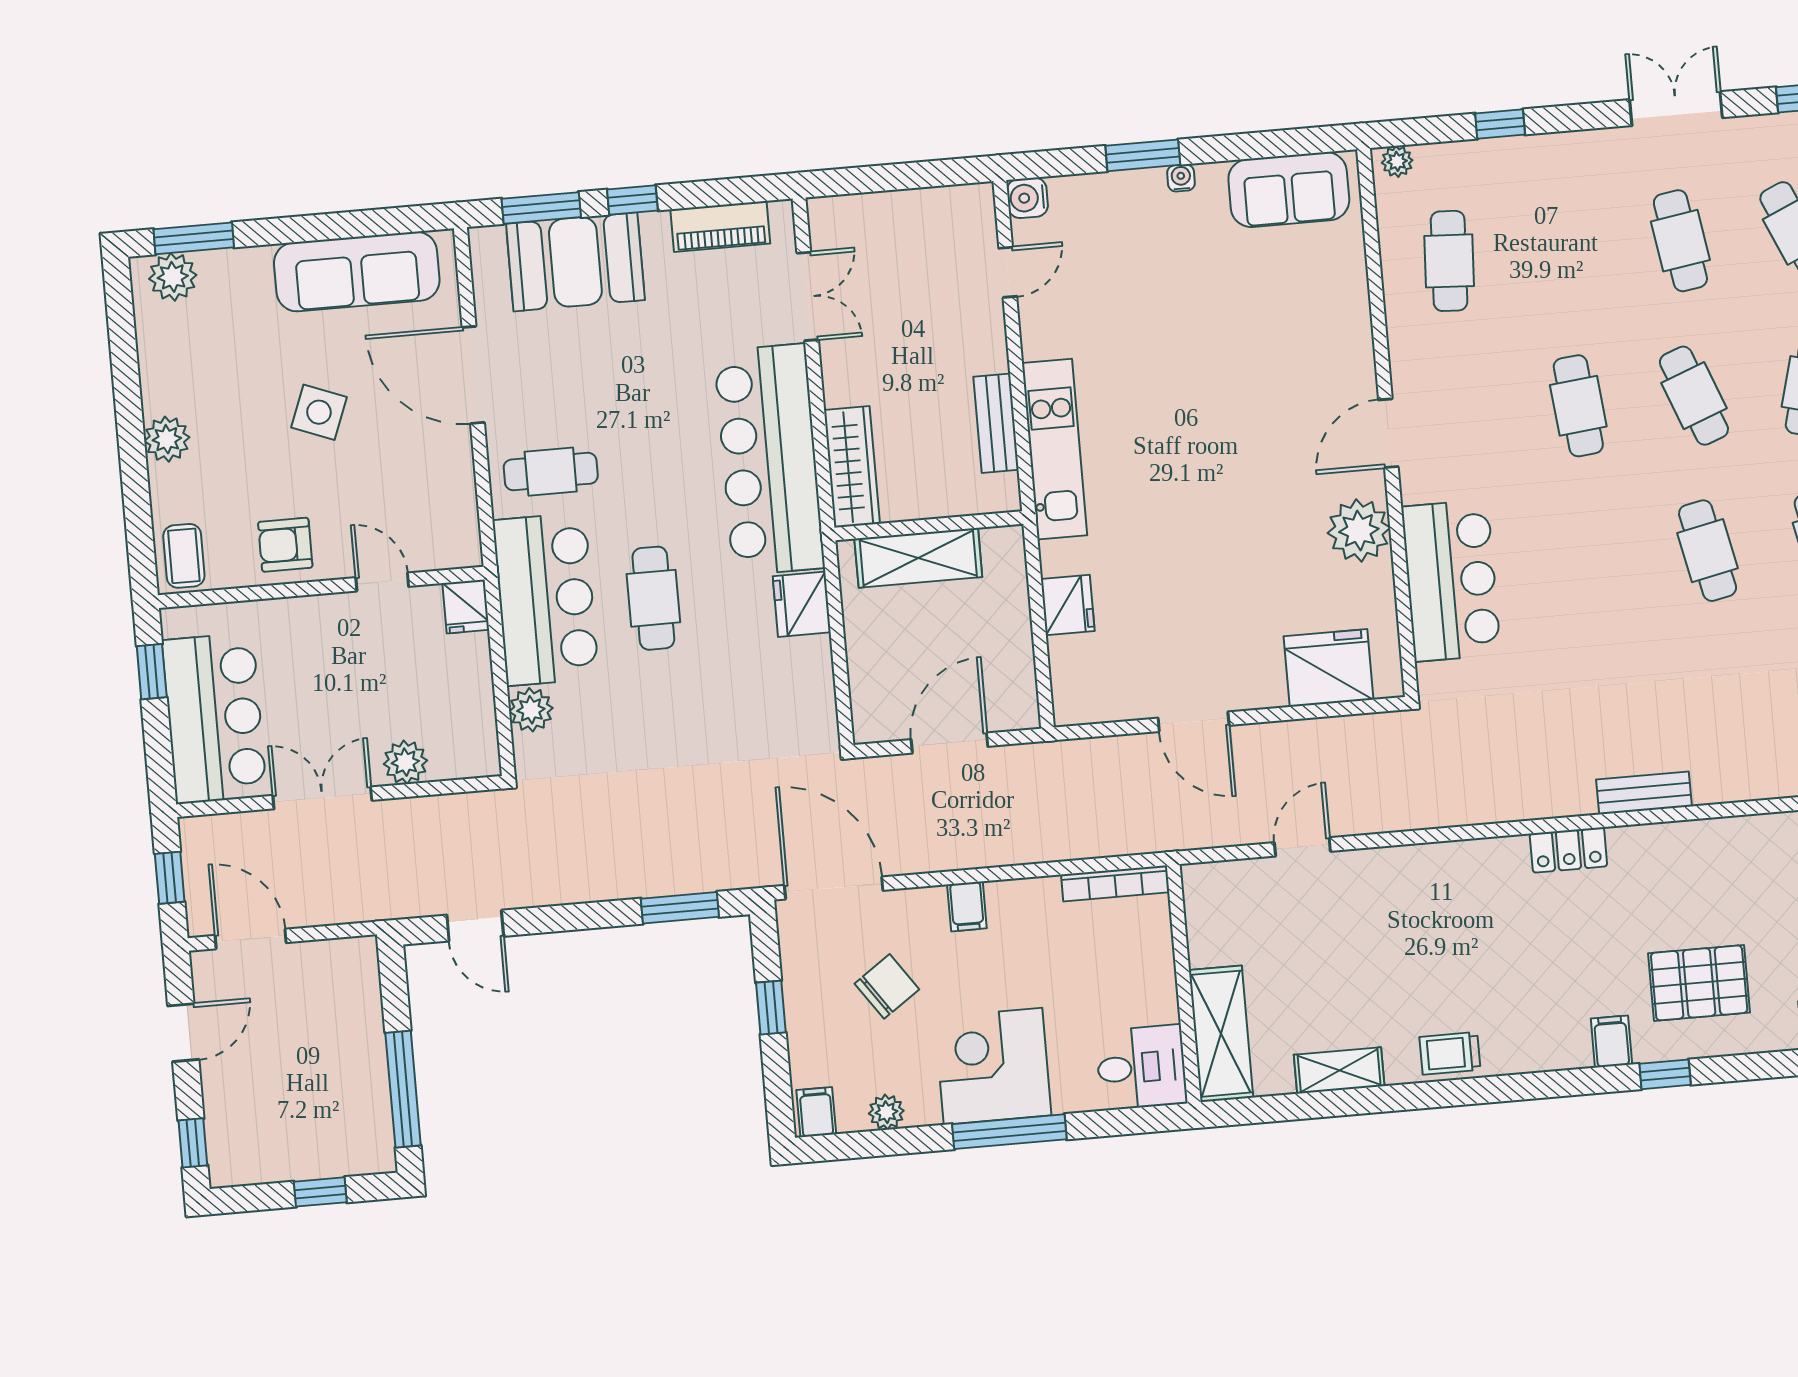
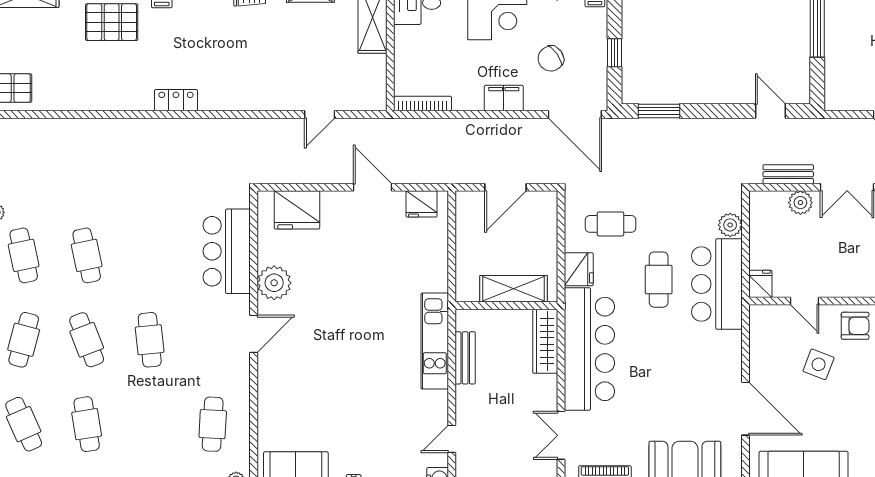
side table: (319, 412) -> (819, 364), moved
cafe table: (551, 472) -> (611, 224), moved
fridge: (1068, 605) -> (421, 204), moved, turned -90
bench: (1644, 793) -> (788, 174), moved
filing cabinet: (967, 906) -> (504, 98), width x2.00

